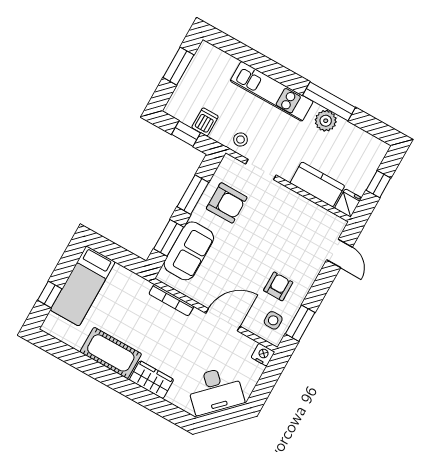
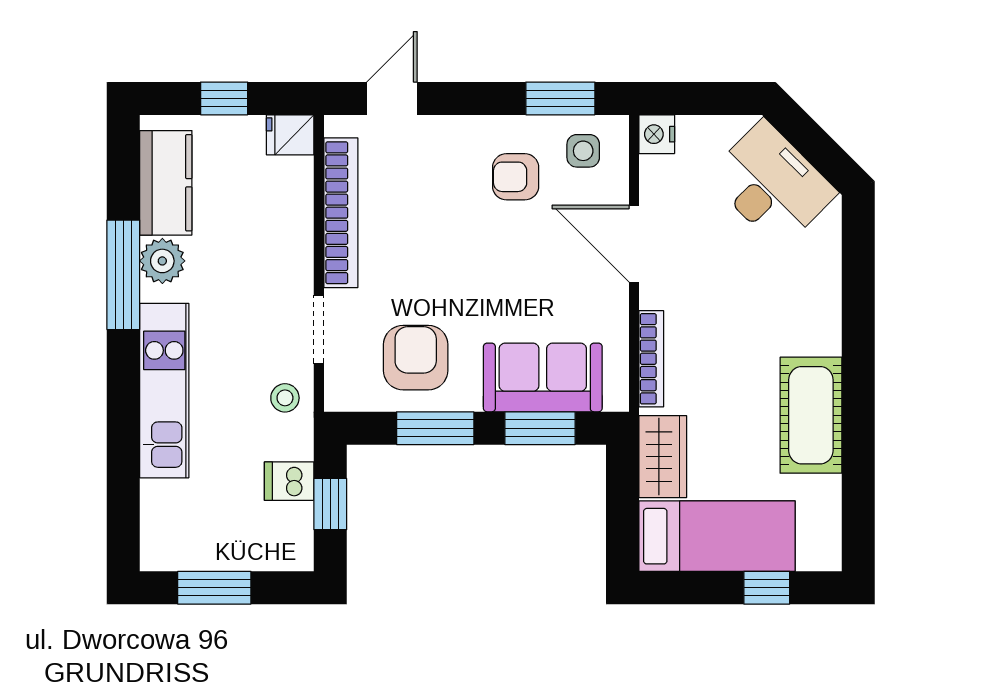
kitchen counter: (317, 184) -> (166, 183), moved, turned 180
bookcase: (304, 206) -> (341, 213), added
wardrobe: (151, 380) -> (663, 457), moved, turned 180

